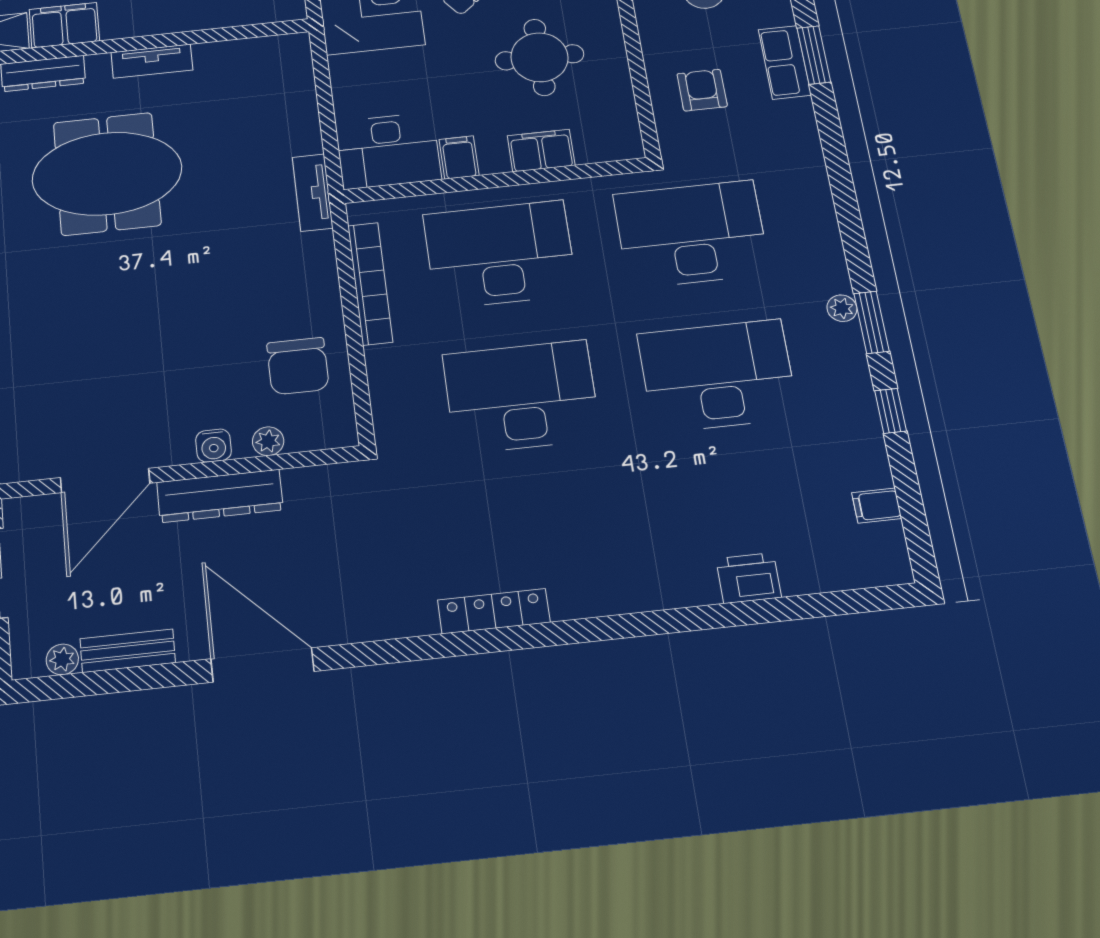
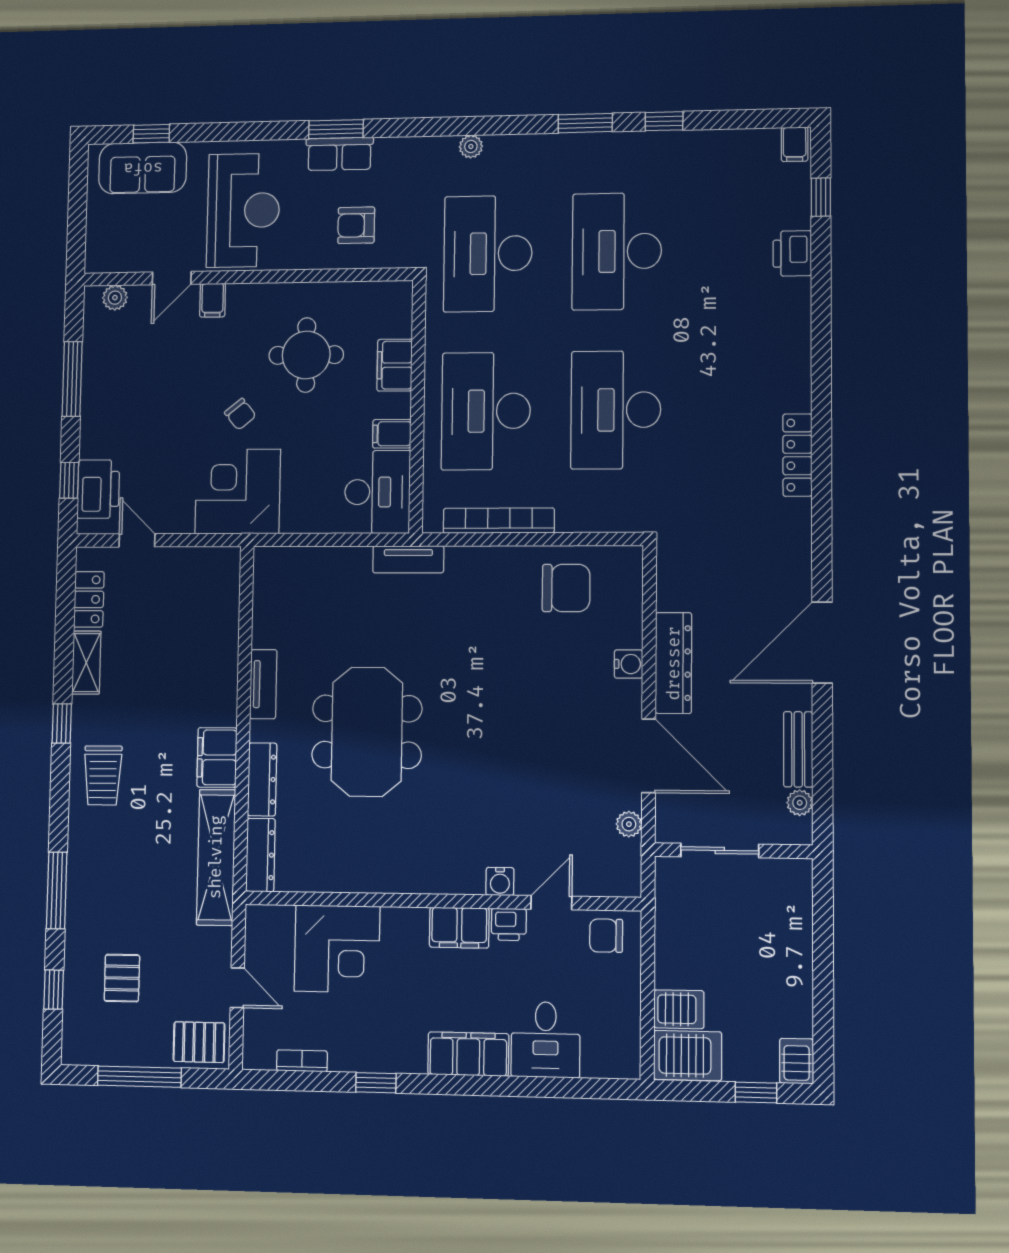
plant: (842, 308) -> (471, 146), moved
plant: (268, 441) -> (629, 824), moved
filing cabinet: (877, 506) -> (795, 144), moved
window: (827, 604) -> (821, 197), added

